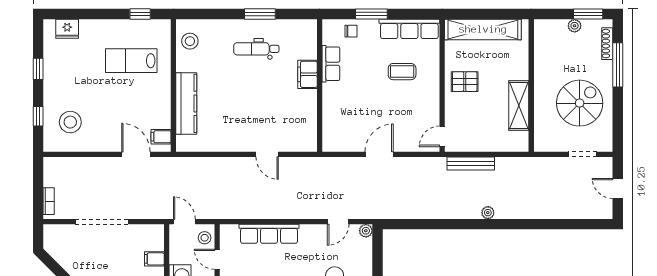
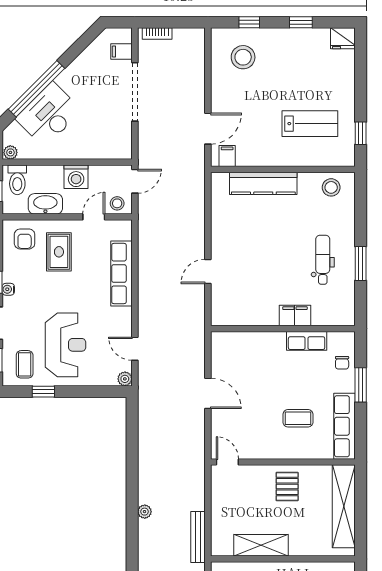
fridge: (67, 29) -> (343, 38), moved, turned -90
lab bench: (131, 61) -> (310, 124), turned 90
coffee table: (402, 72) -> (298, 418), turned 90
bench: (471, 163) -> (198, 537), moved
filing cabinet: (154, 259) -> (121, 51), moved, turned -90

